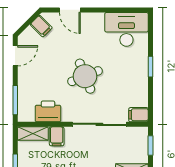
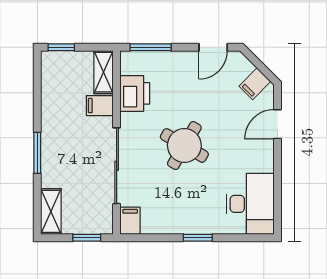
door: (15, 56) -> (213, 47), hinge flipped
round table: (85, 76) -> (184, 146), turned -38

